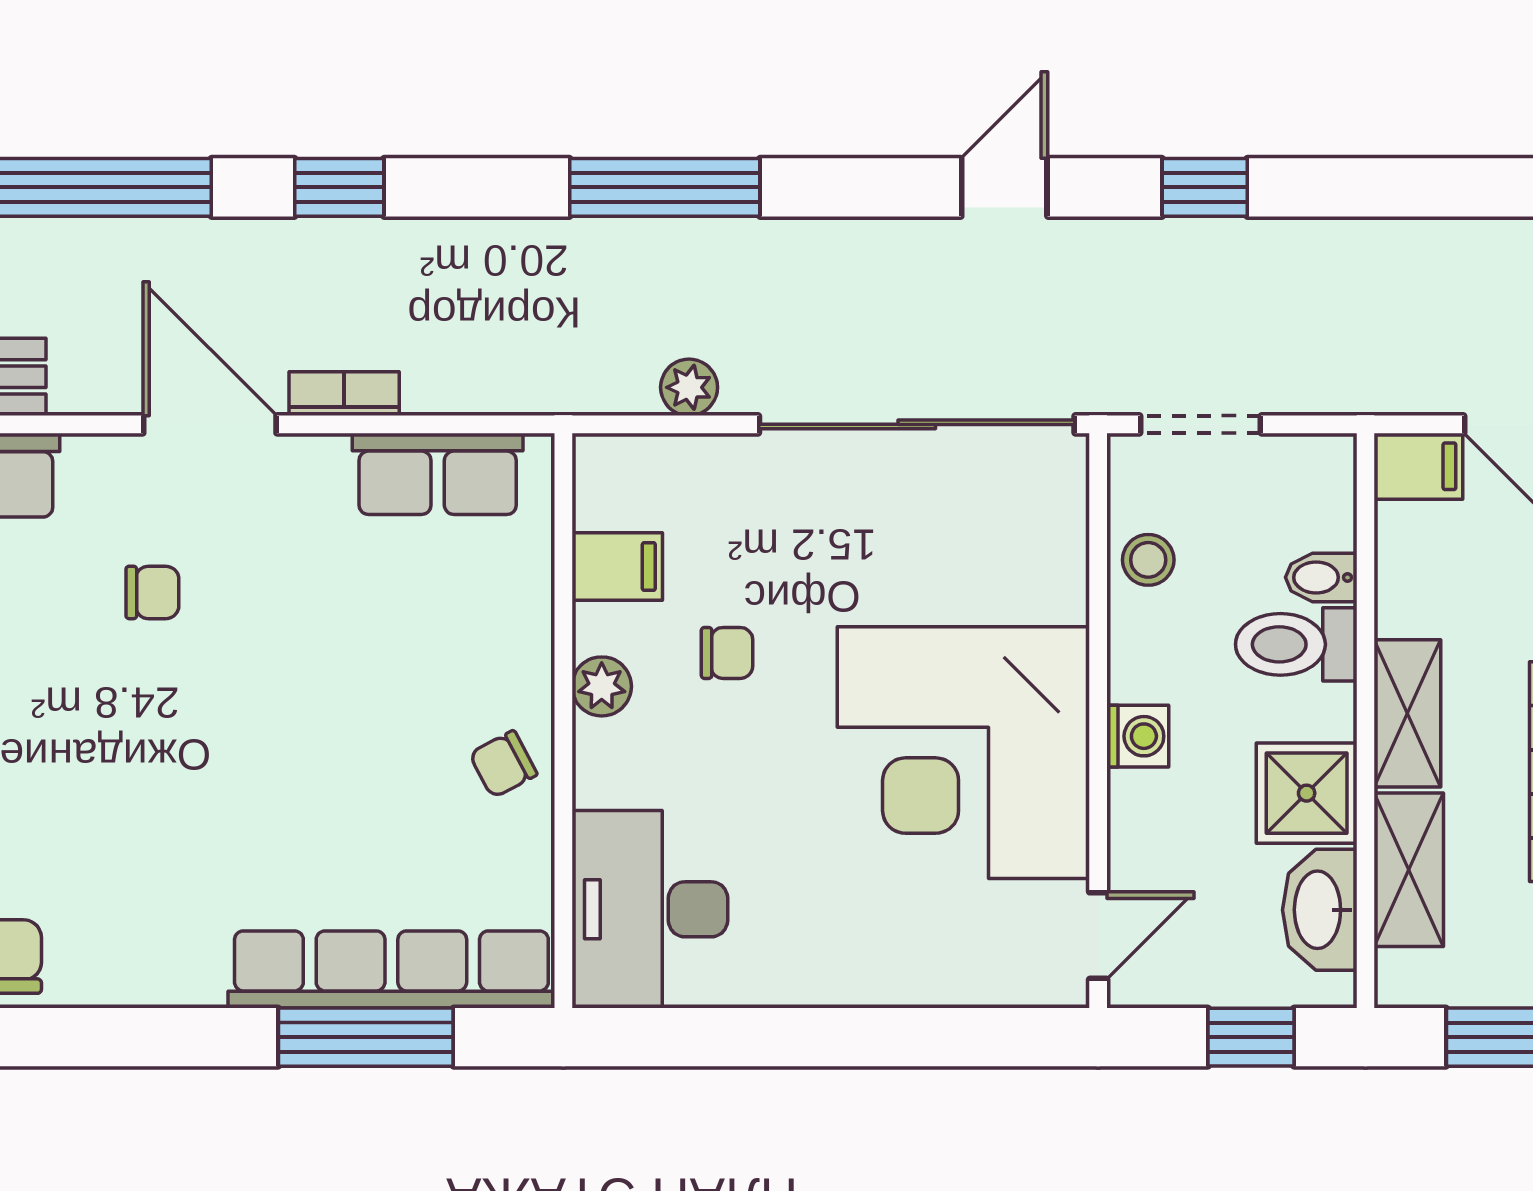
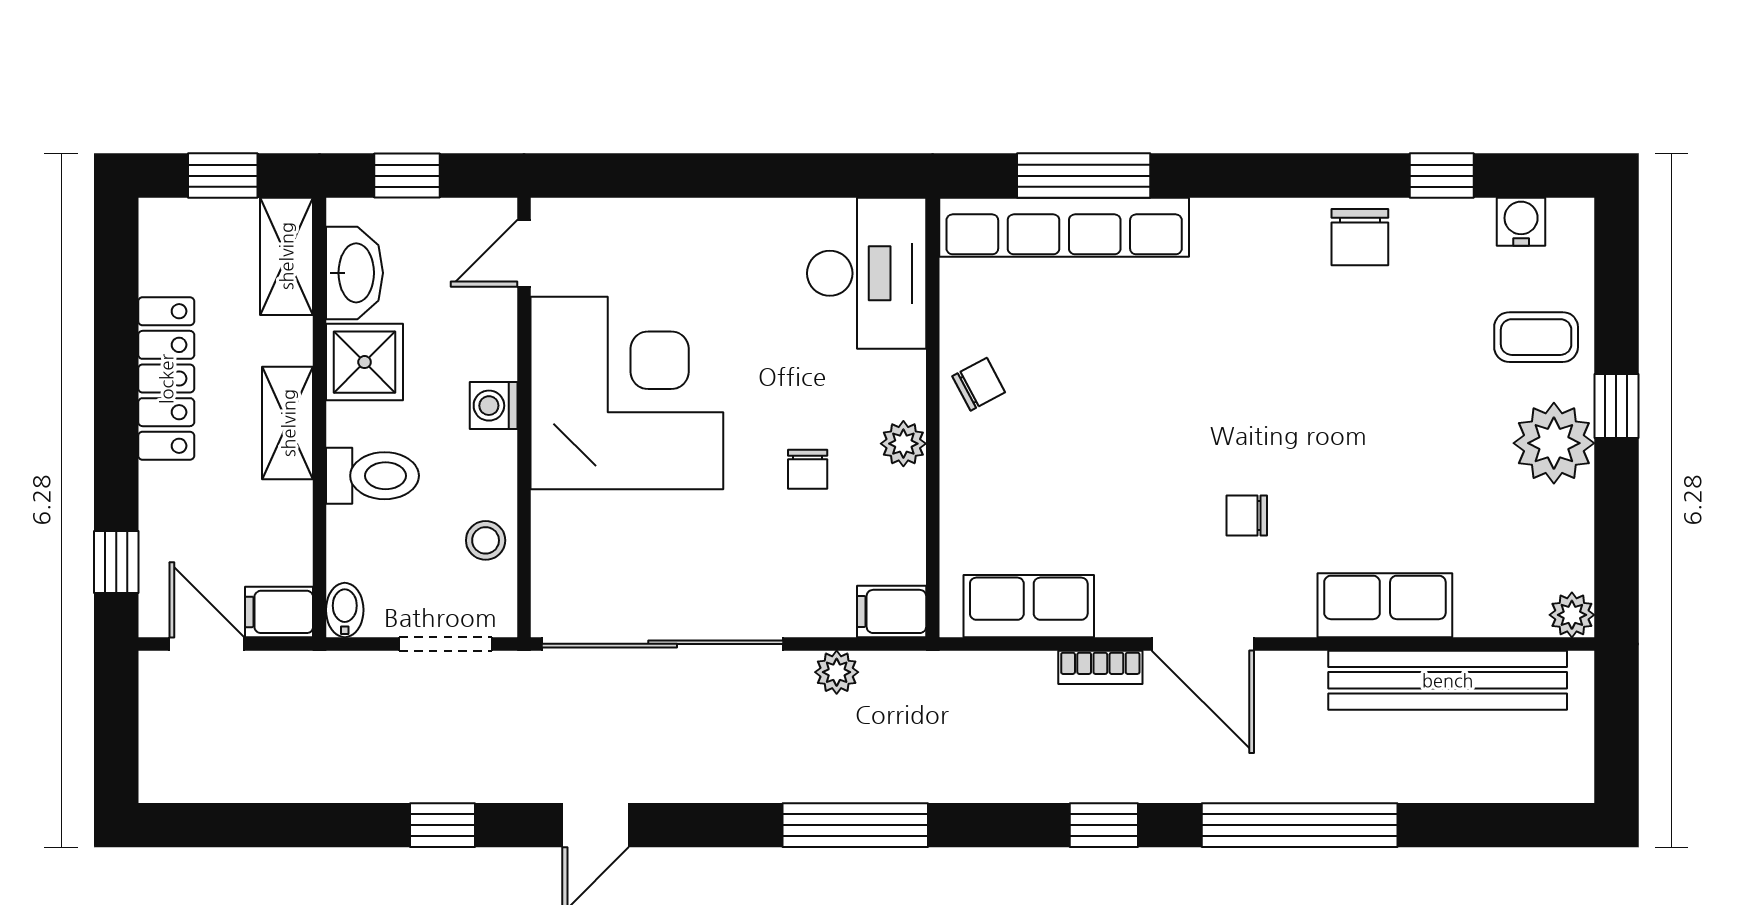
filing cabinet: (617, 567) -> (892, 611), moved
bidet: (1321, 577) -> (345, 610), moved, turned -90
chair: (727, 653) -> (808, 469), turned -90
shelving: (1409, 870) -> (286, 256), moved

